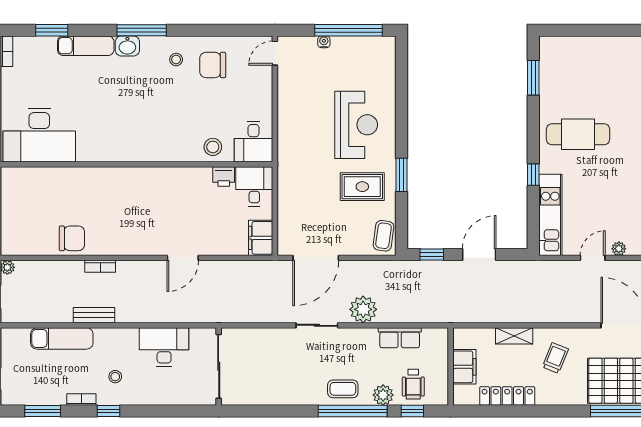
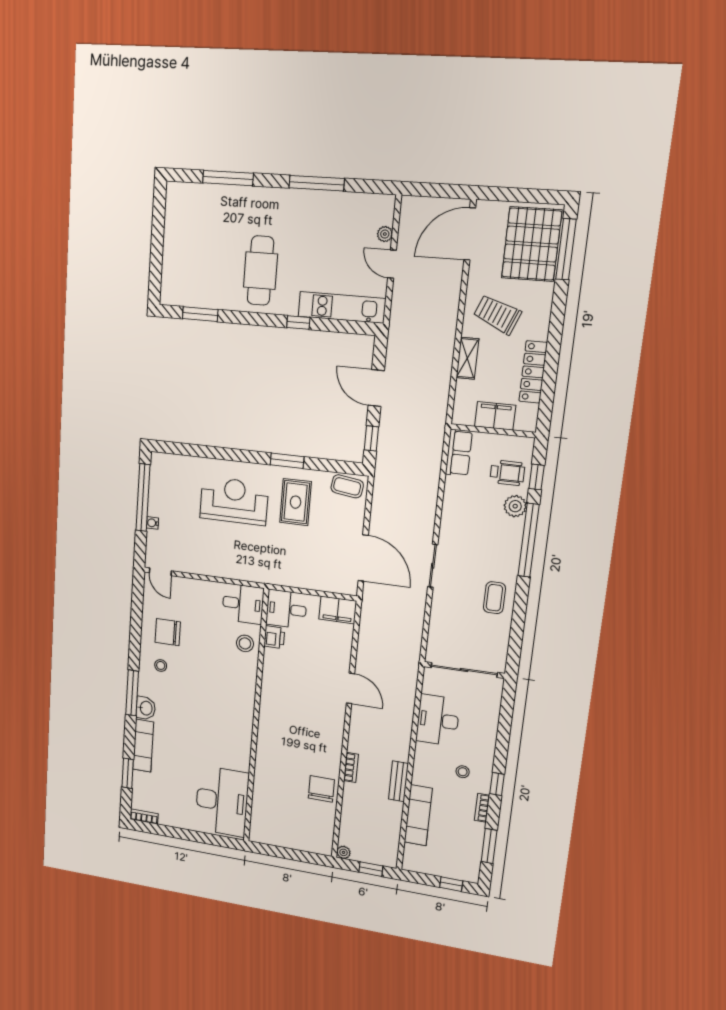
chair: (213, 65) -> (168, 632), turned 90
plant: (363, 309) -> (421, 516), removed
row of seats: (400, 338) -> (459, 453), moved
trolley: (555, 358) -> (497, 314), width x1.36, depth x1.39
coffee table: (343, 389) -> (494, 598), moved

